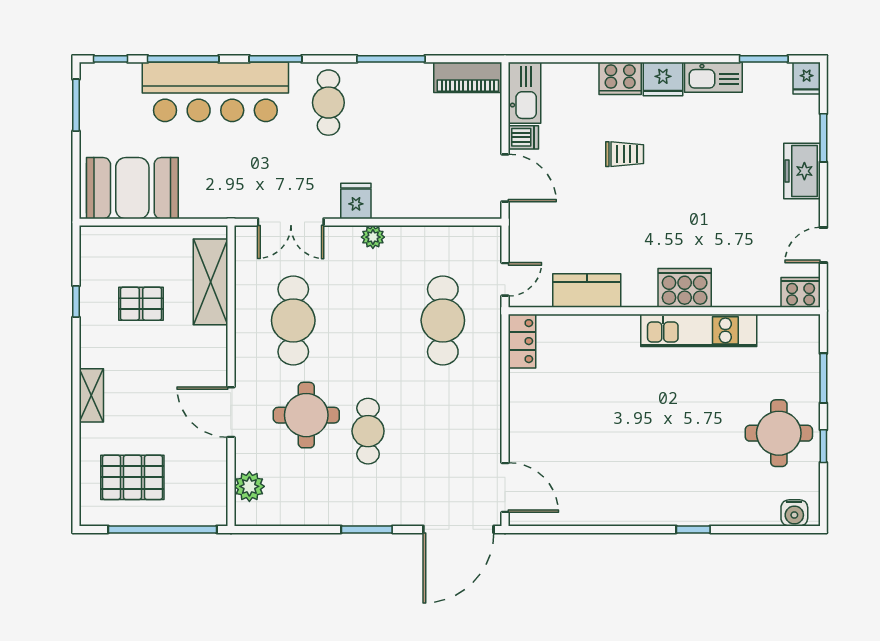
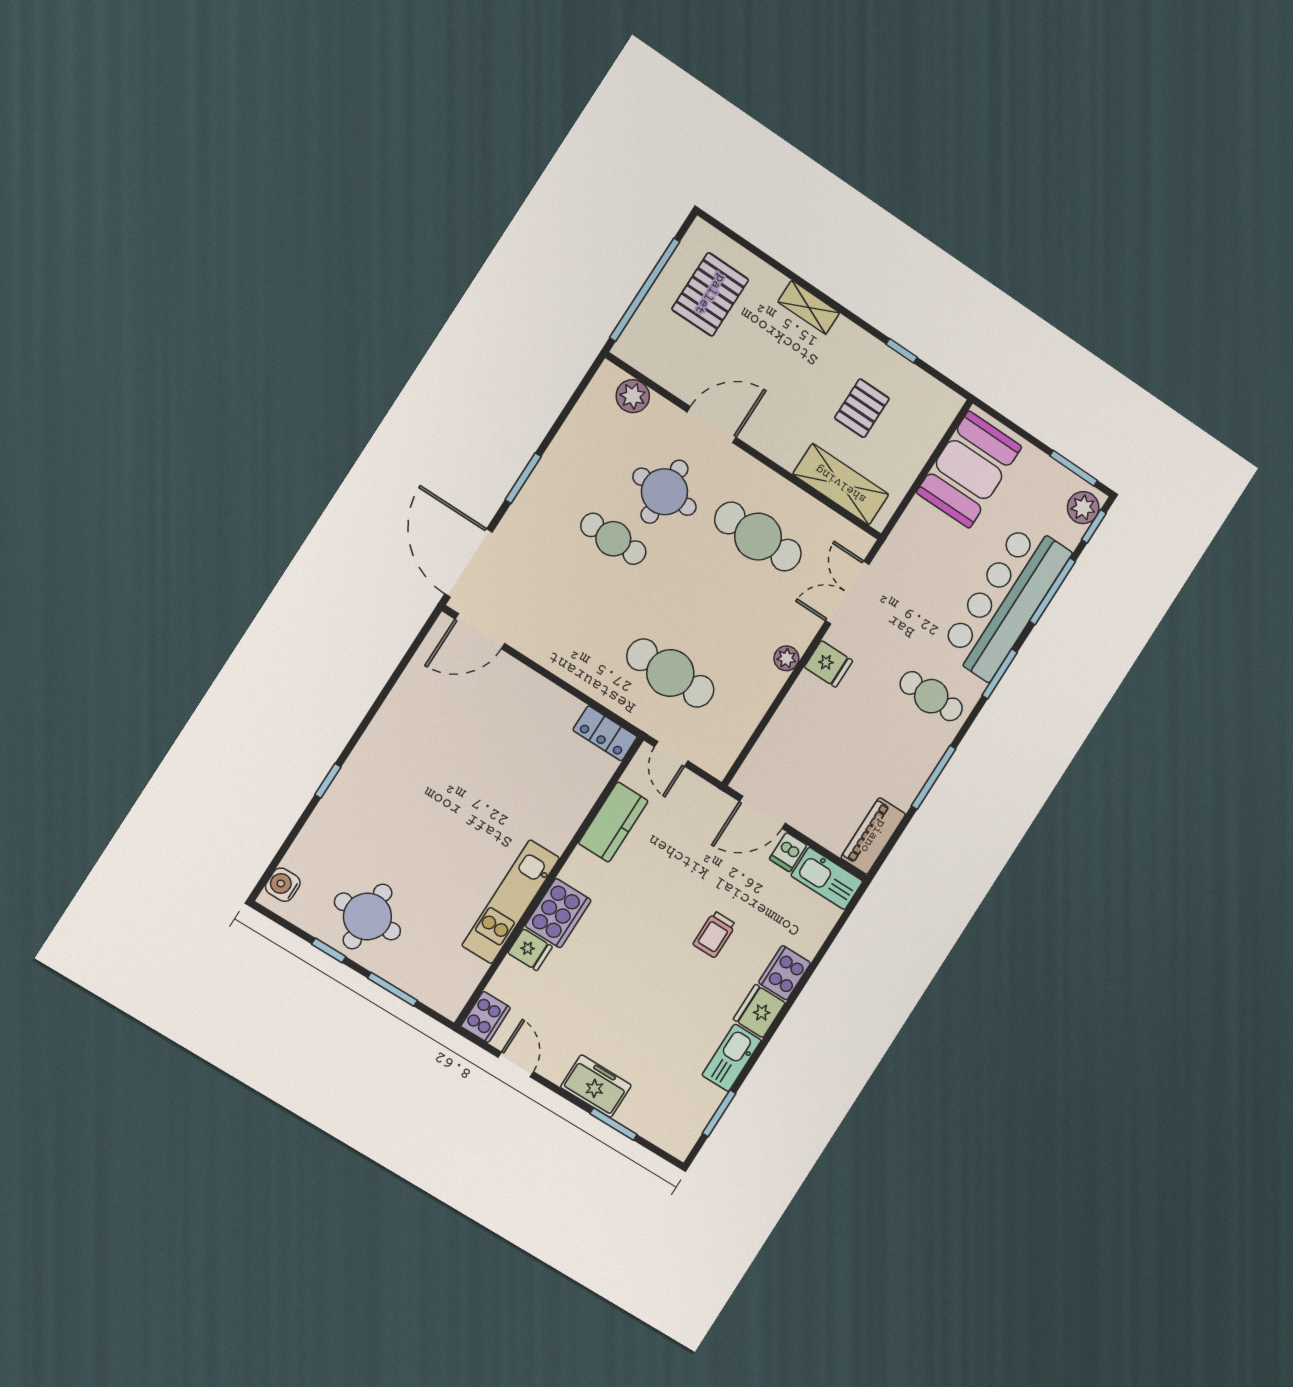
plant: (102, 77) -> (1083, 508), added
fridge: (807, 78) -> (530, 950), moved, turned 180

